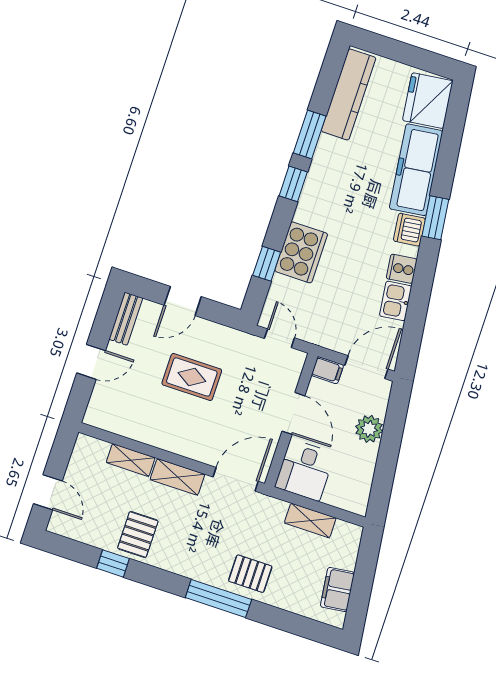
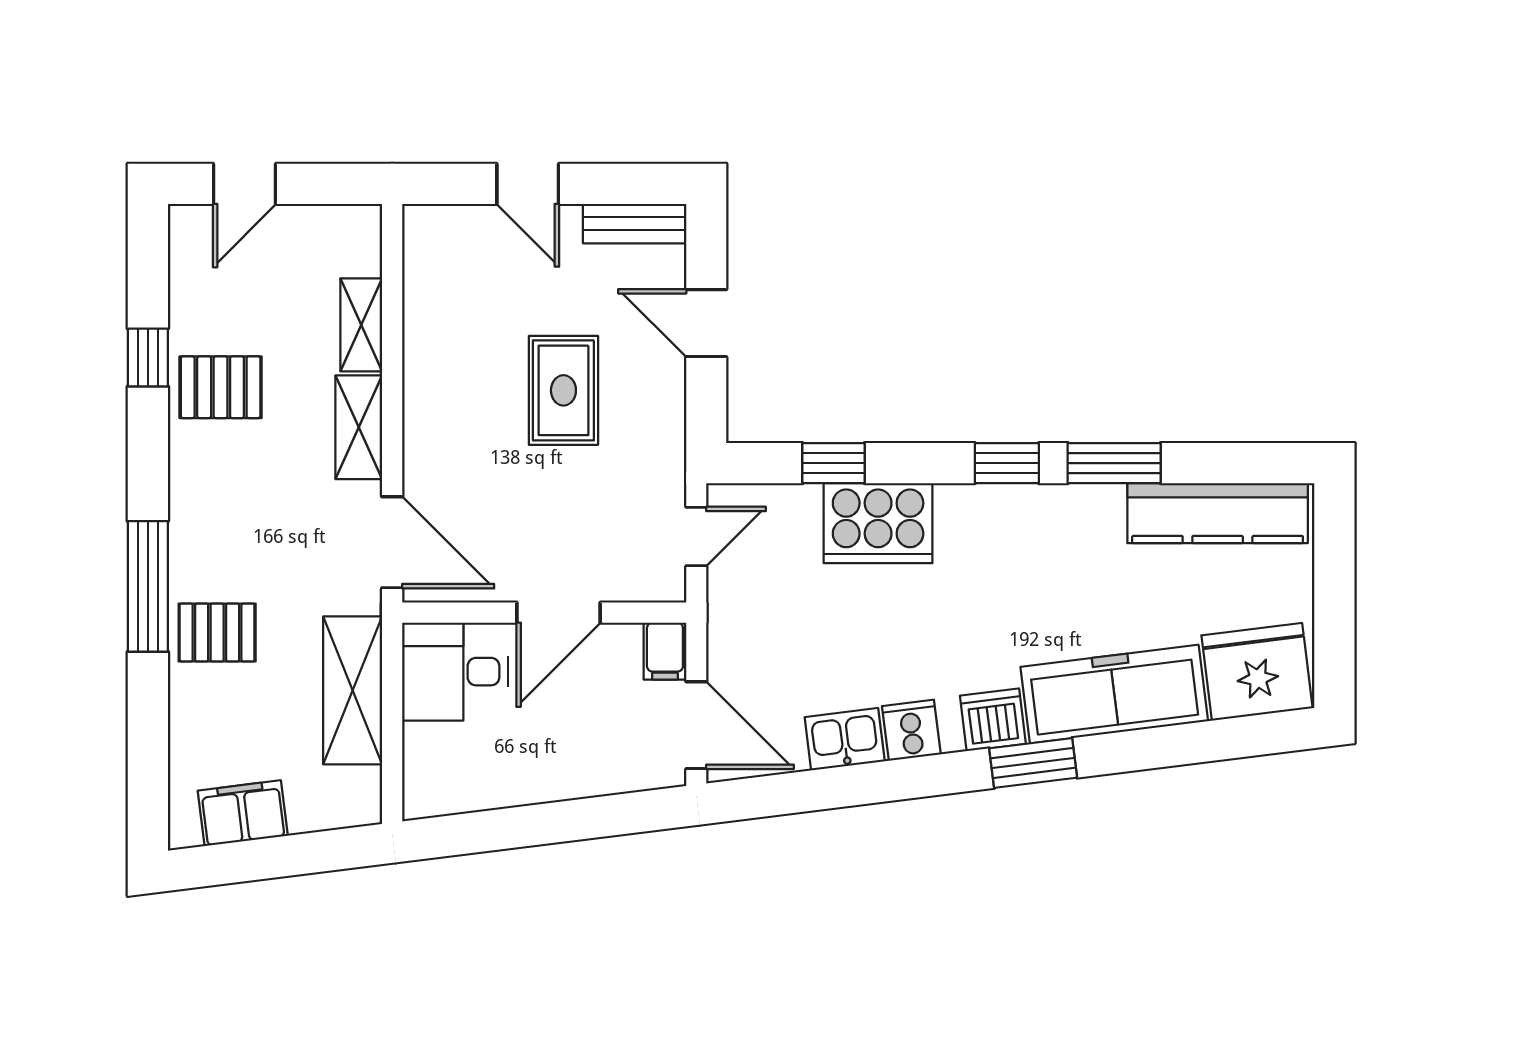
plant: (369, 429) -> (577, 771), removed
shelving: (310, 520) -> (353, 690), width x1.50, depth x1.33
pallet: (250, 574) -> (217, 633), turned 90

